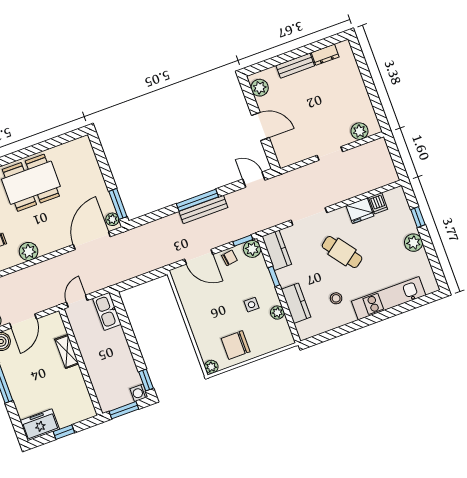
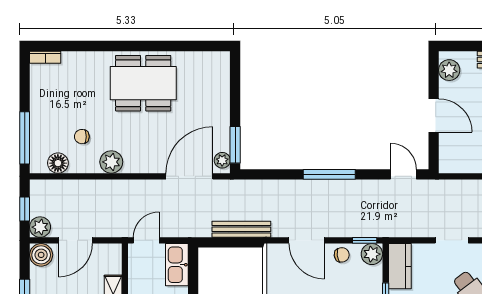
bench: (203, 209) -> (241, 229), moved
doorway: (309, 216) -> (452, 240), width x0.73

